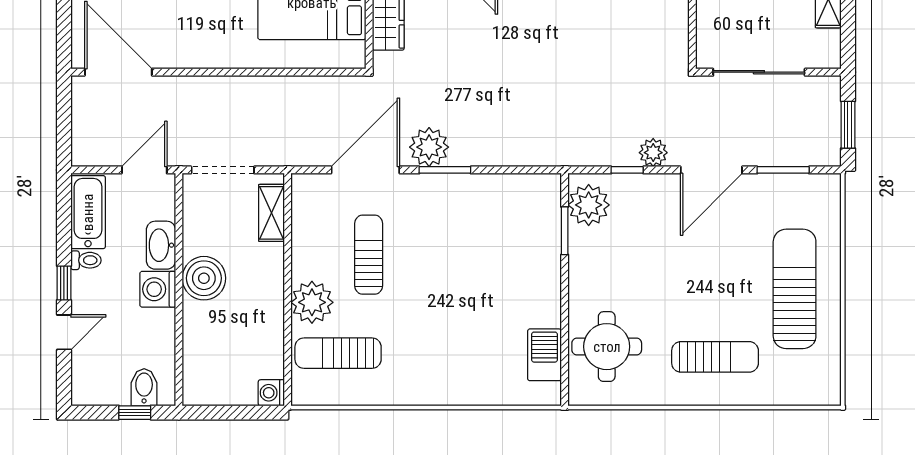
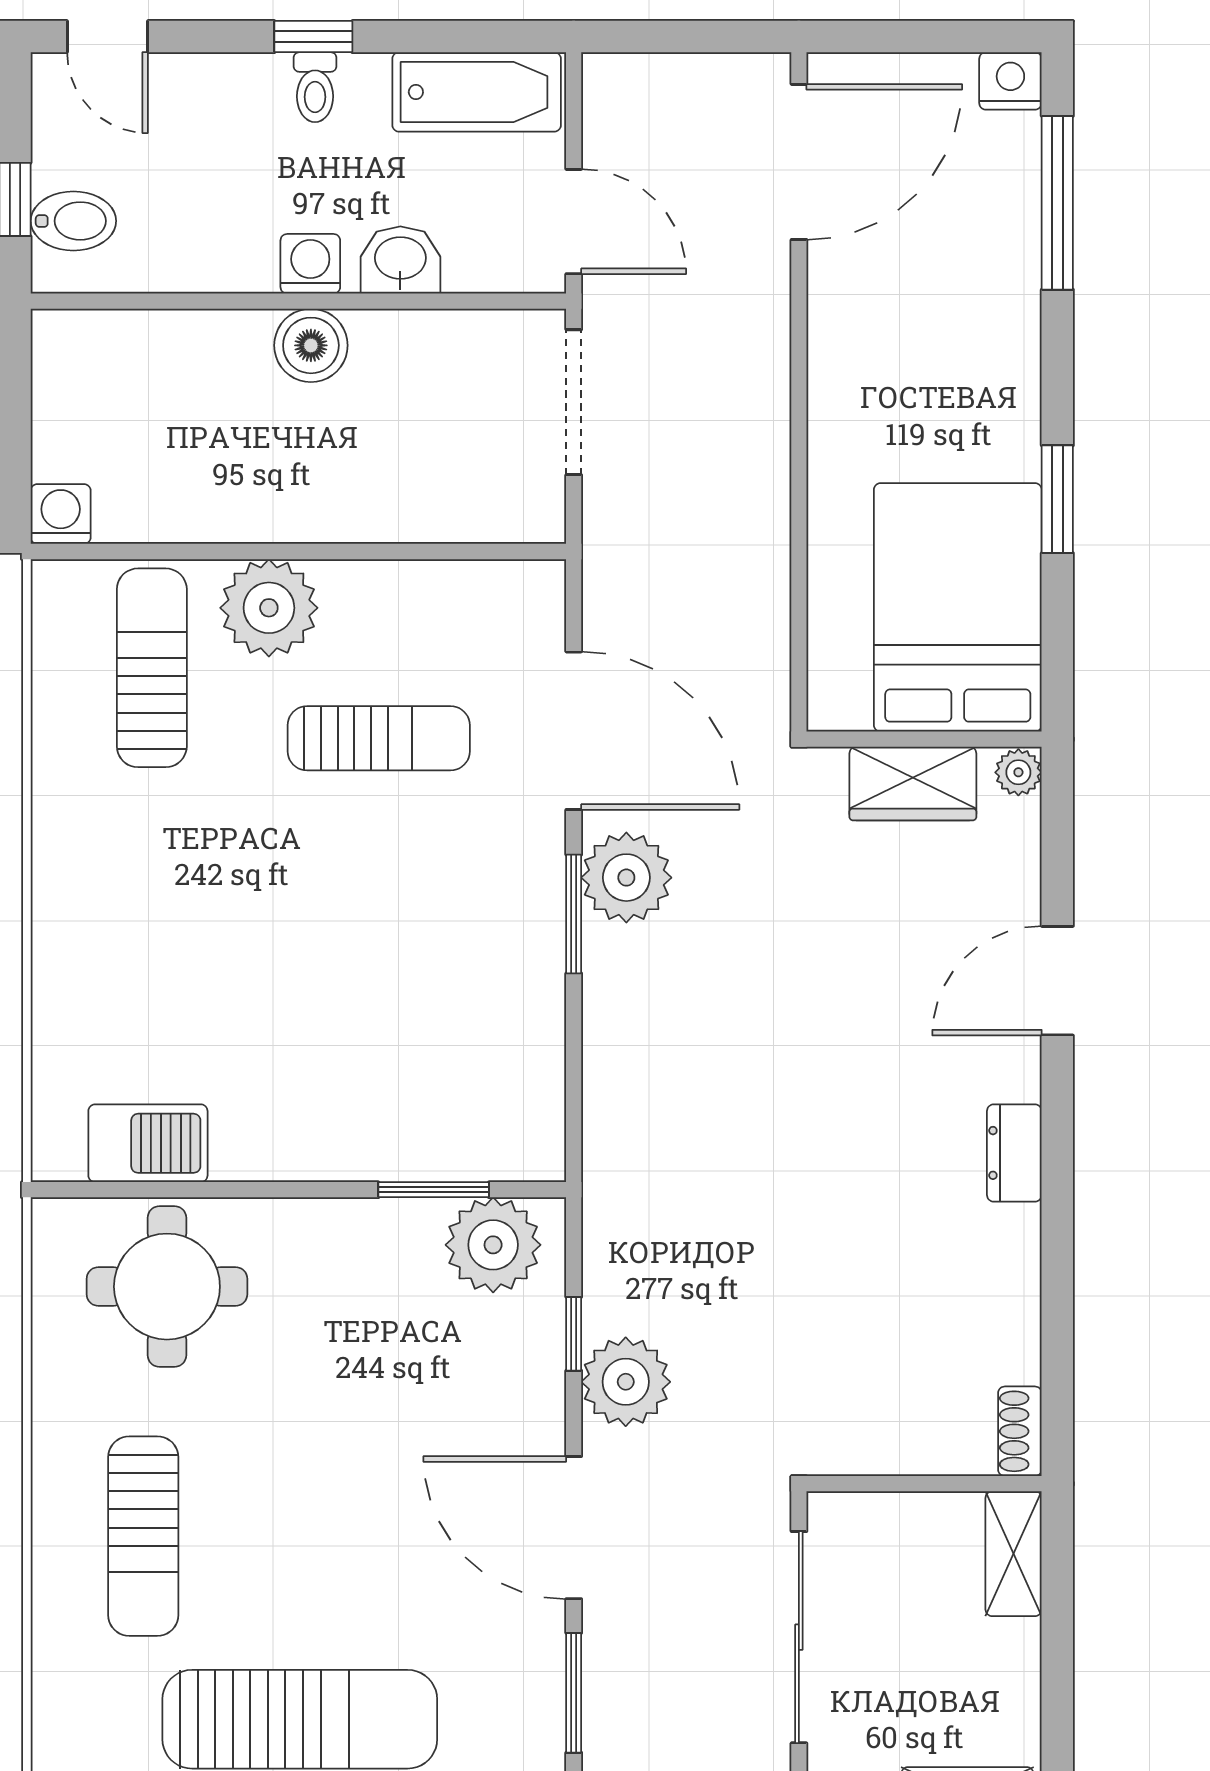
plant: (653, 153) -> (626, 1382), width x1.36, depth x1.36
shelving: (271, 213) -> (475, 514), removed
washbasin: (161, 245) -> (400, 260), width x0.72
toilet: (86, 260) -> (315, 87), moved
boiler: (204, 278) -> (311, 345), width x0.73, depth x0.73
washing machine: (158, 289) -> (310, 264), width x0.73, depth x0.73
door: (64, 332) -> (108, 37), moved

